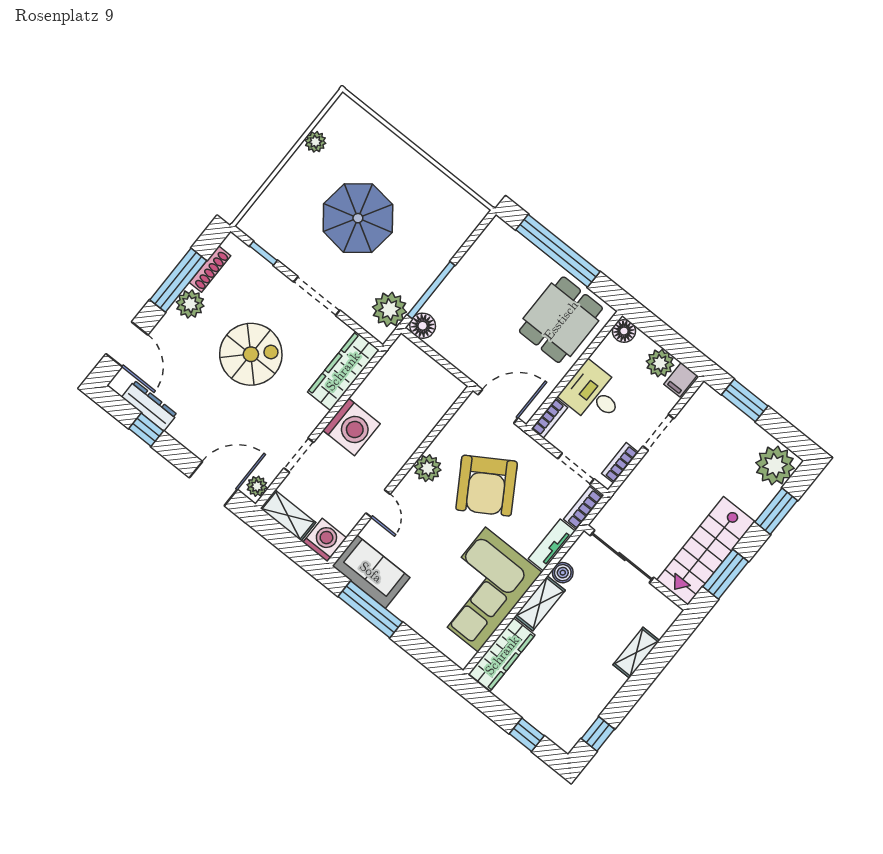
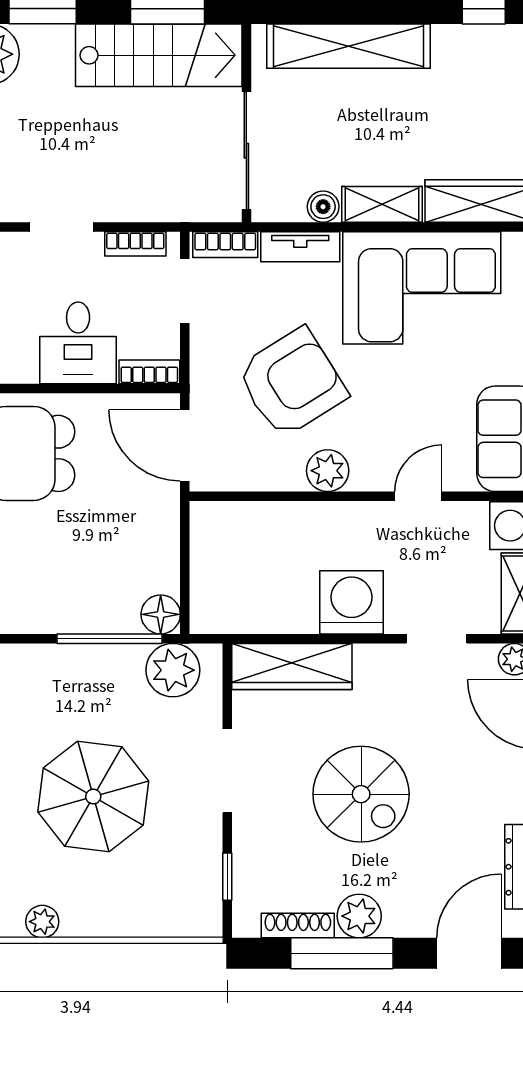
spiral stairs: (251, 354) -> (361, 794), turned 180
shelving: (636, 653) -> (349, 46), width x2.20, depth x1.33

